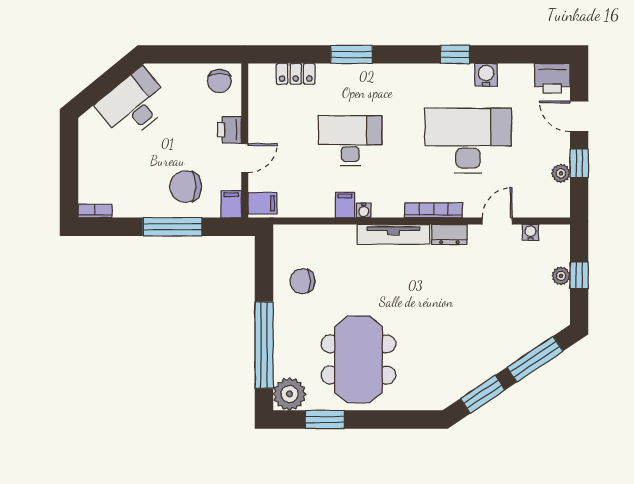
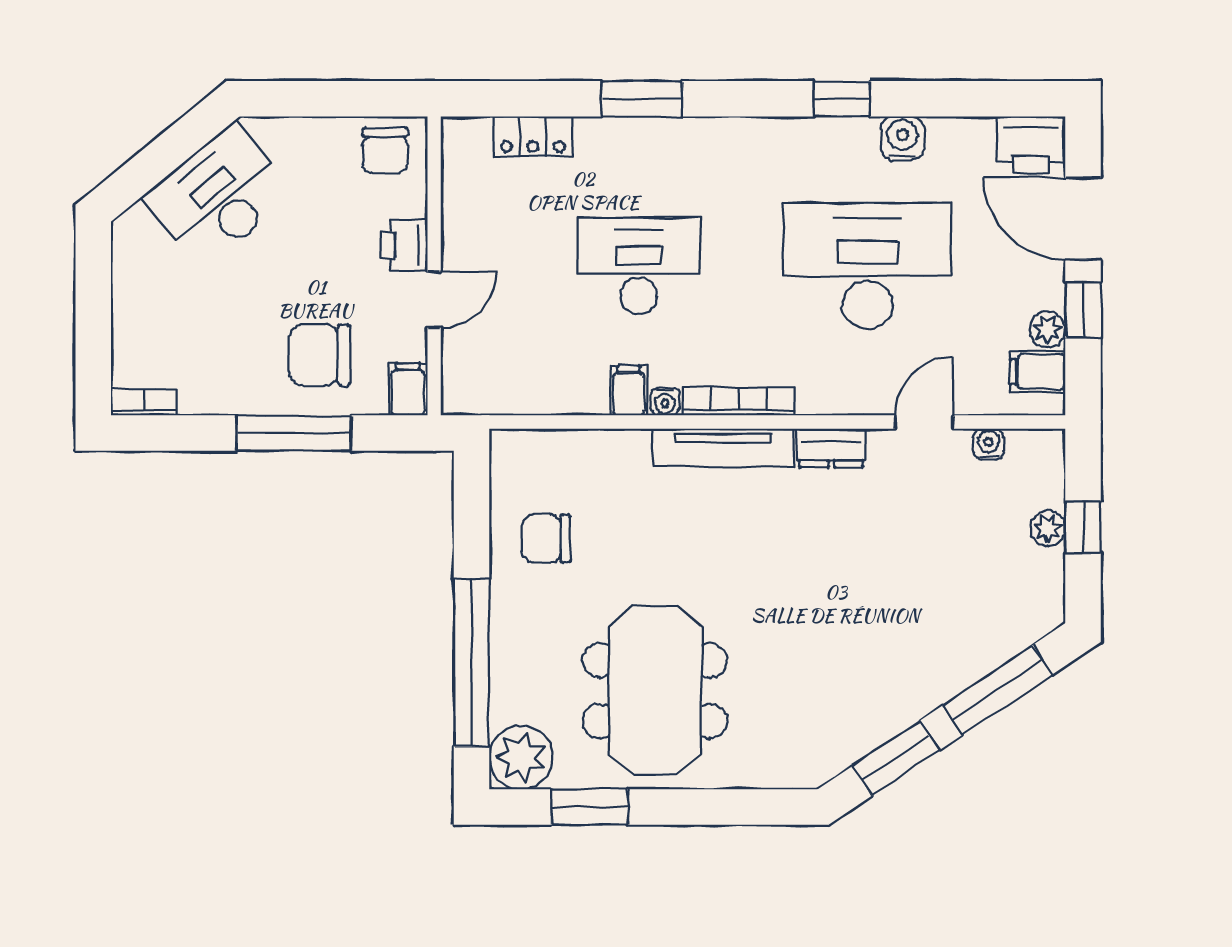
door: (579, 116) -> (1083, 219), width x1.38
filing cabinet: (262, 203) -> (1038, 372), moved, turned 180
bookcase: (434, 210) -> (739, 401), moved

